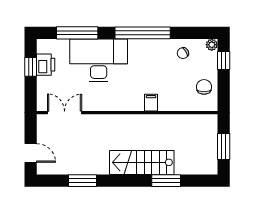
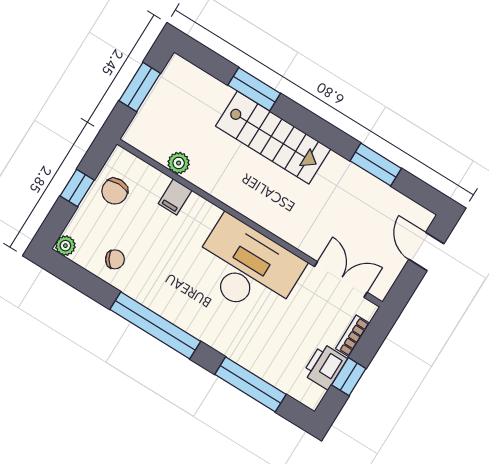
desk: (99, 60) -> (247, 268), moved, turned 180
window: (224, 60) -> (77, 188), moved
bookcase: (41, 88) -> (353, 336), added
filing cabinet: (151, 103) -> (175, 197), moved
double door: (65, 113) -> (341, 279), swing flipped
plant: (181, 121) -> (179, 163), added

